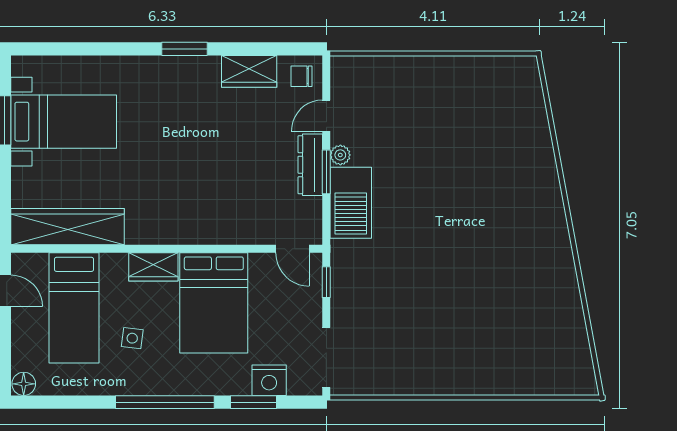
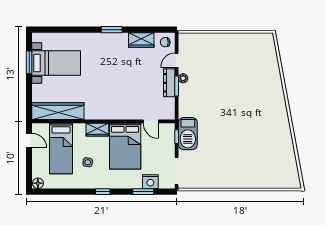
barbecue: (351, 203) -> (188, 134), moved
door: (292, 249) -> (151, 121), moved
window: (165, 402) -> (103, 192), width x0.32

